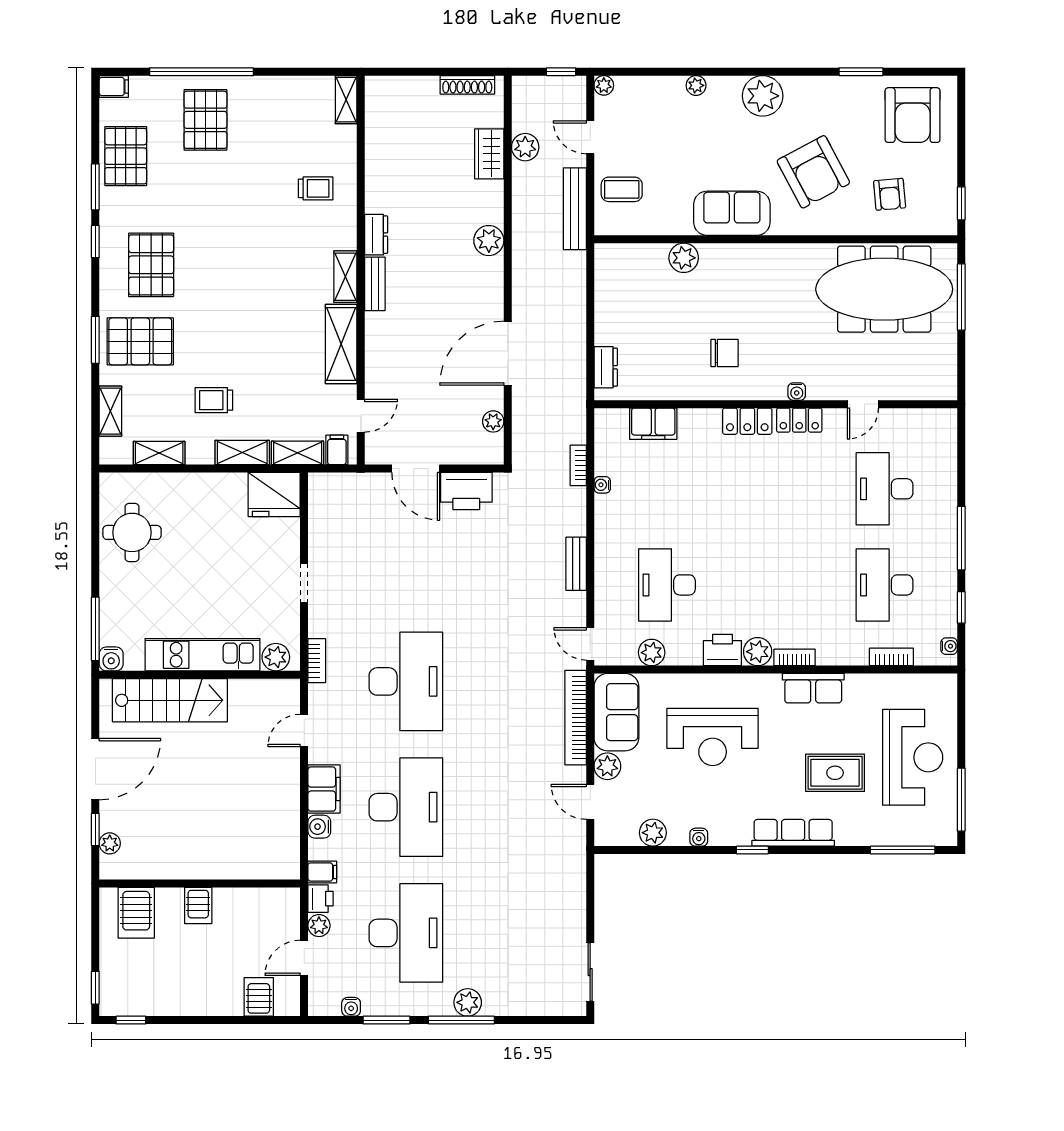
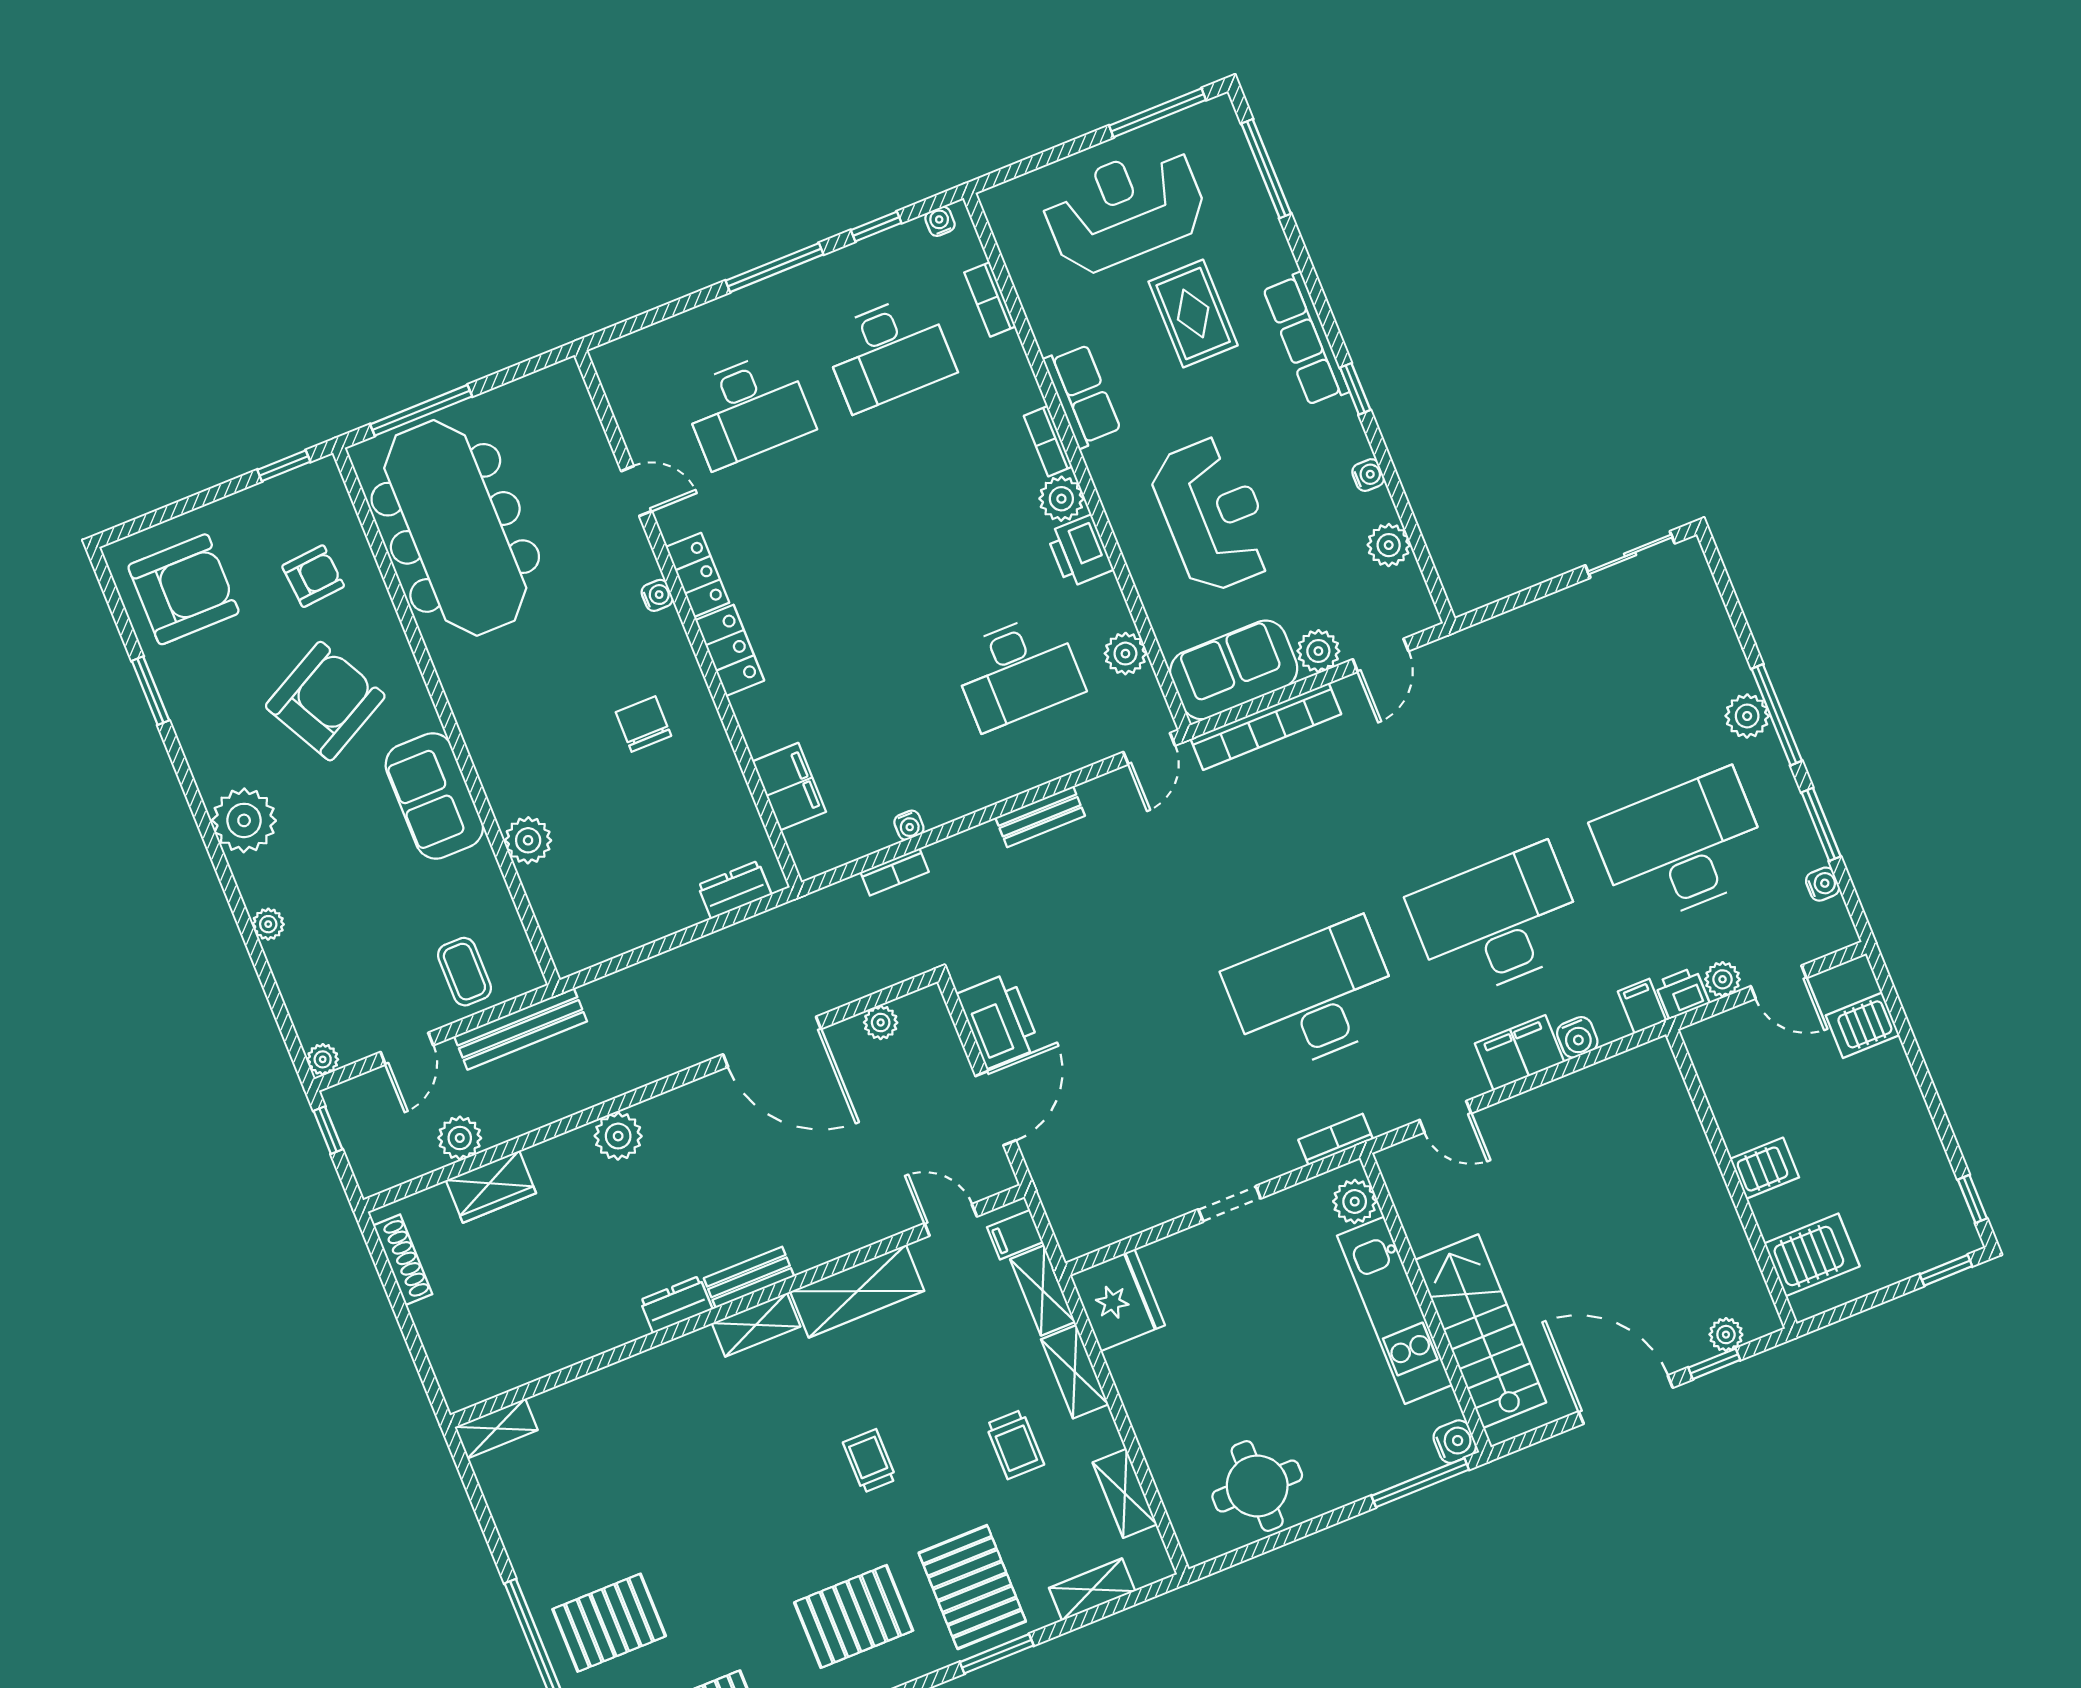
trolley: (316, 188) -> (870, 1461), moved

